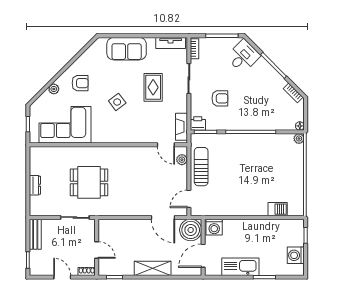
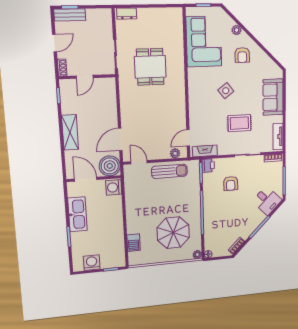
parasol: (271, 165) -> (173, 233), added
dresser: (35, 185) -> (127, 14), moved
bench: (35, 234) -> (70, 15), moved

